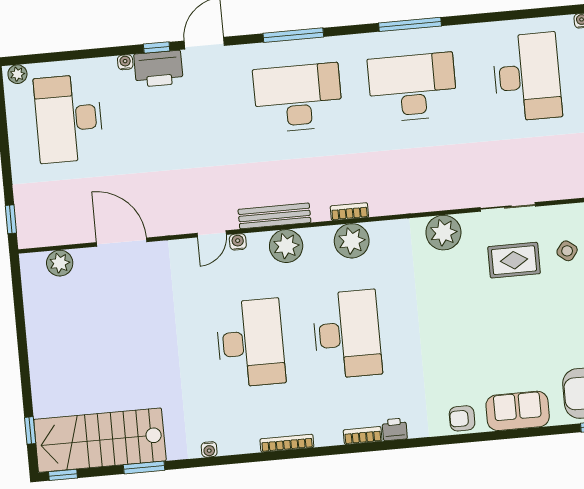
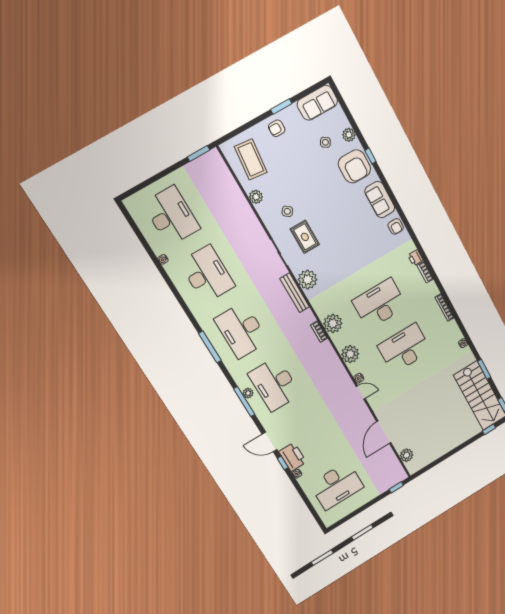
plant: (17, 74) -> (248, 393), moved
desk: (527, 77) -> (207, 274), turned 90
bench: (274, 216) -> (295, 293), moved

